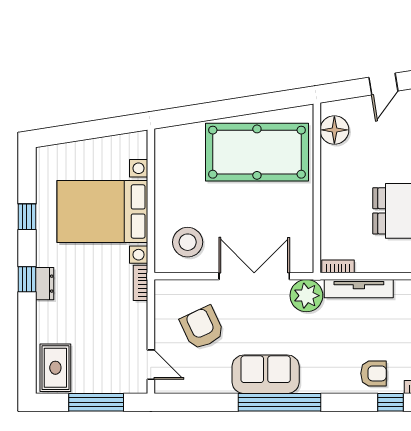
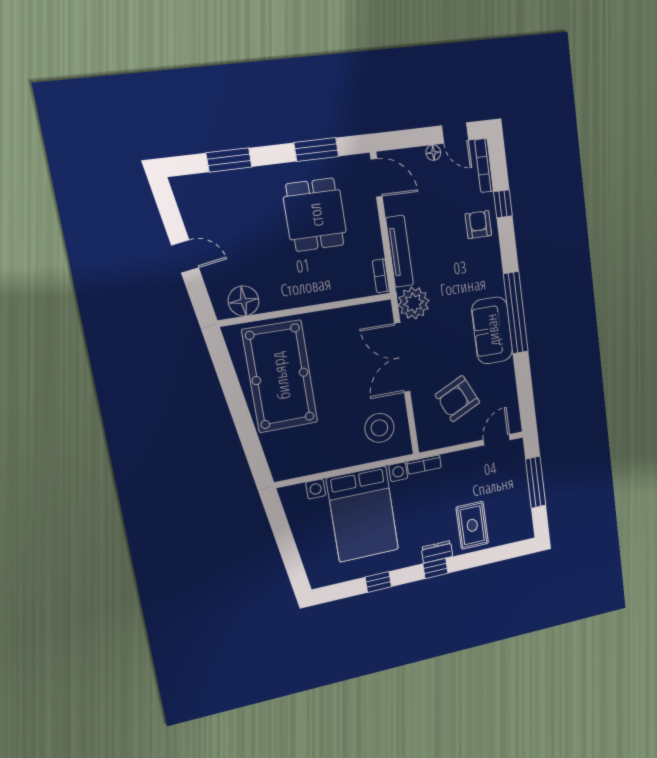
rug: (55, 368) -> (472, 525), moved, turned 90

